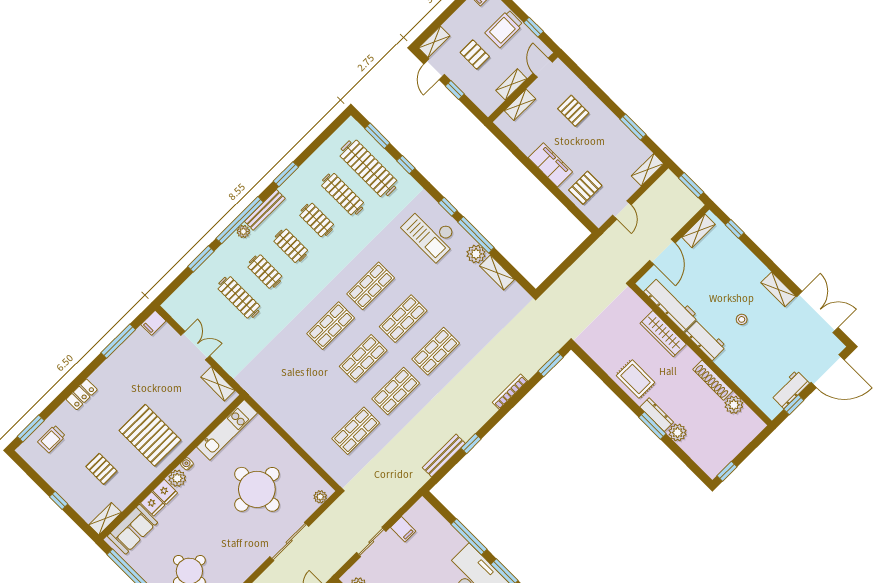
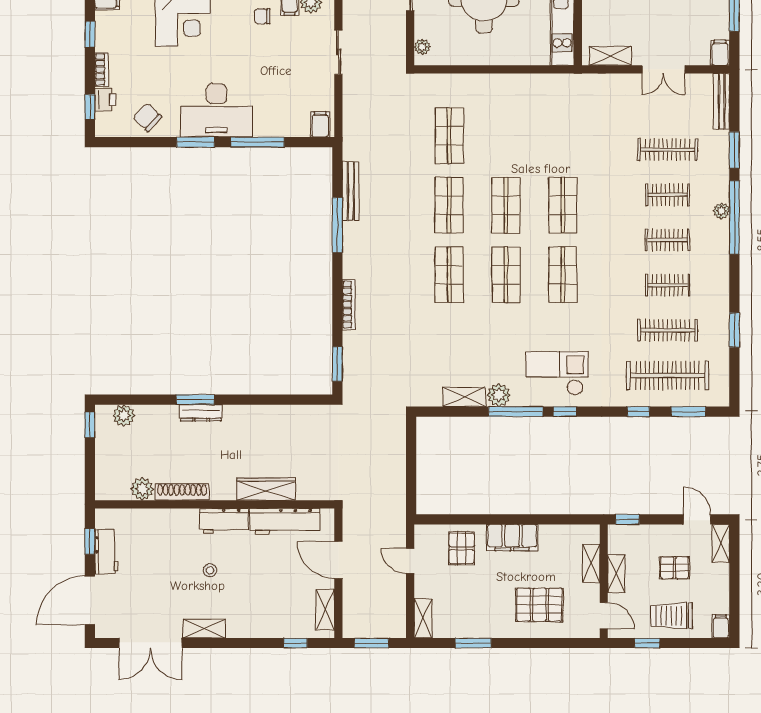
trolley: (504, 29) -> (672, 616), turned -90
window: (455, 90) -> (627, 519), moved
pallet: (573, 111) -> (539, 605), width x1.50, depth x1.42
window: (286, 174) -> (734, 330), moved
bench: (265, 210) -> (722, 101), moved
rug: (636, 379) -> (250, 426), removed
plant: (678, 433) -> (124, 416), moved
window: (471, 444) -> (337, 225), width x2.17
filing cabinet: (403, 529) -> (320, 124), moved, turned 90

